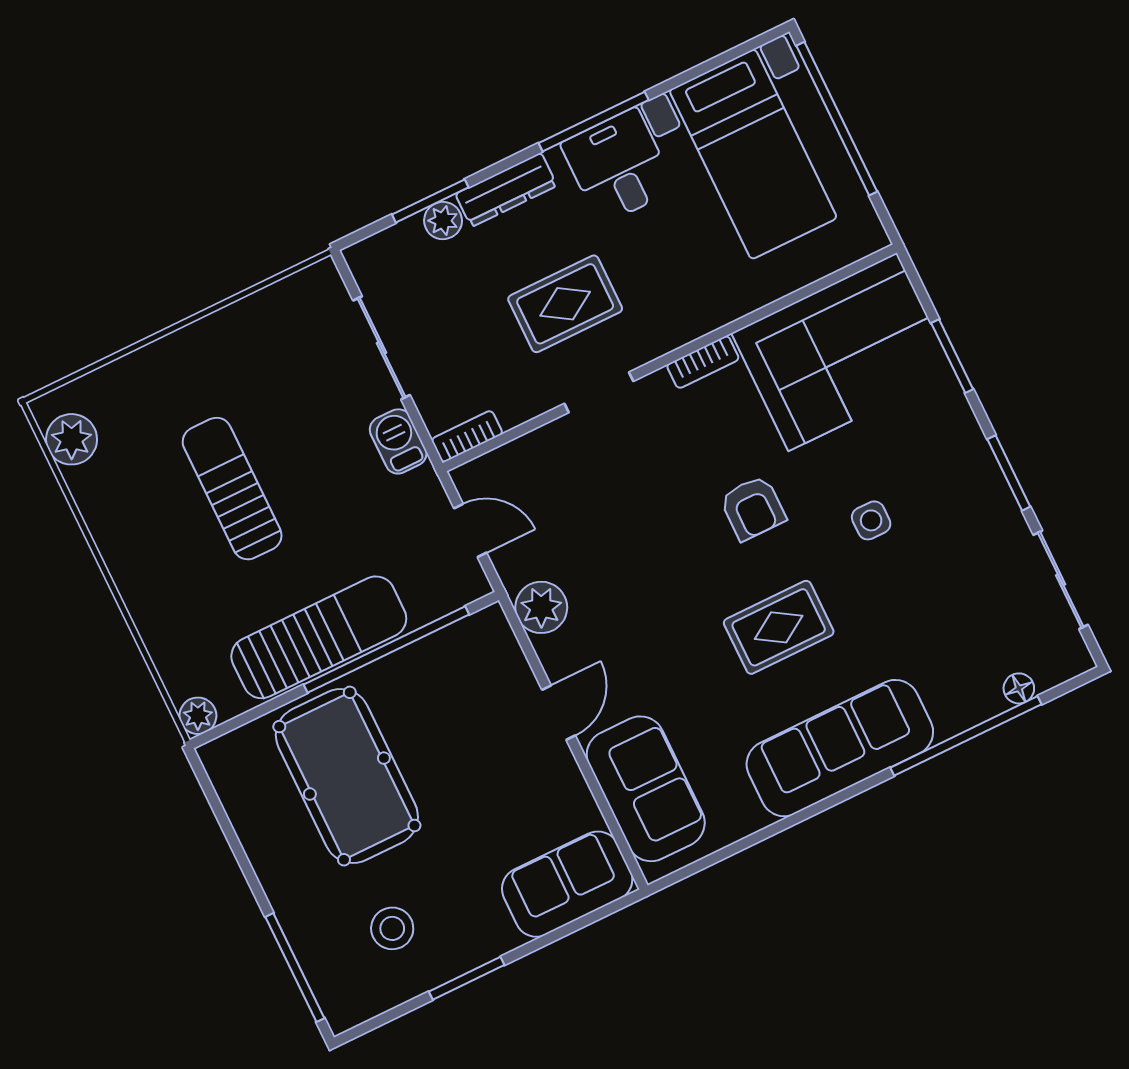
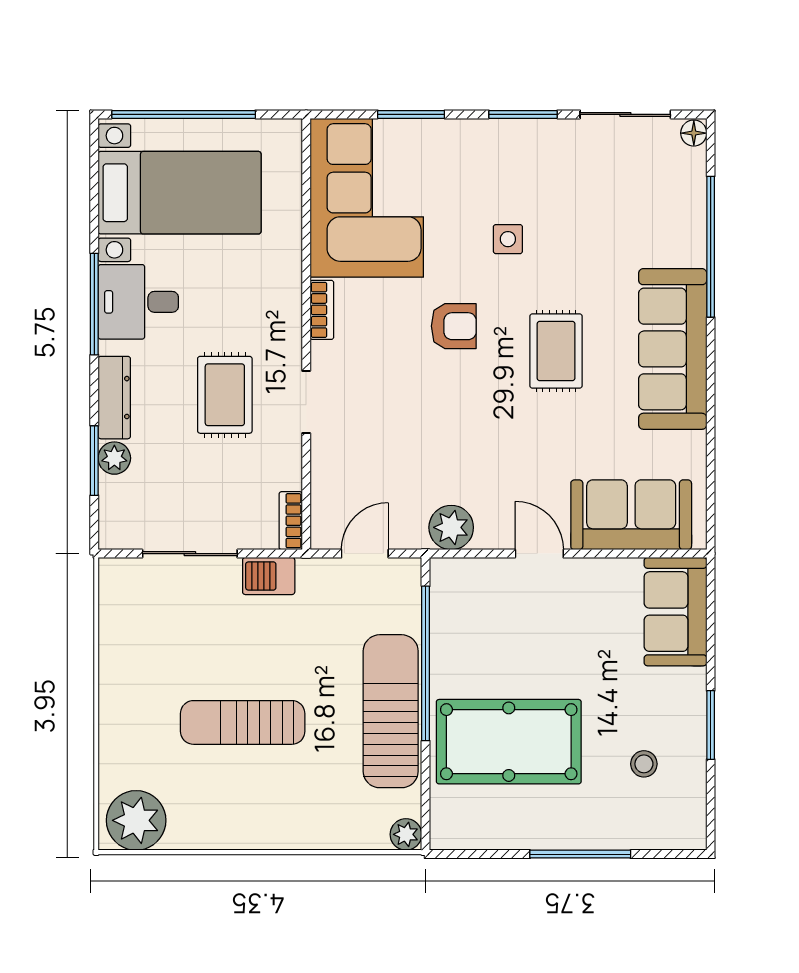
plant: (72, 439) -> (136, 820), width x1.36, depth x1.36
floor lamp: (1019, 688) -> (694, 133), moved
stool: (392, 928) -> (644, 764), width x0.73, depth x0.73
window: (295, 968) -> (580, 854), moved

